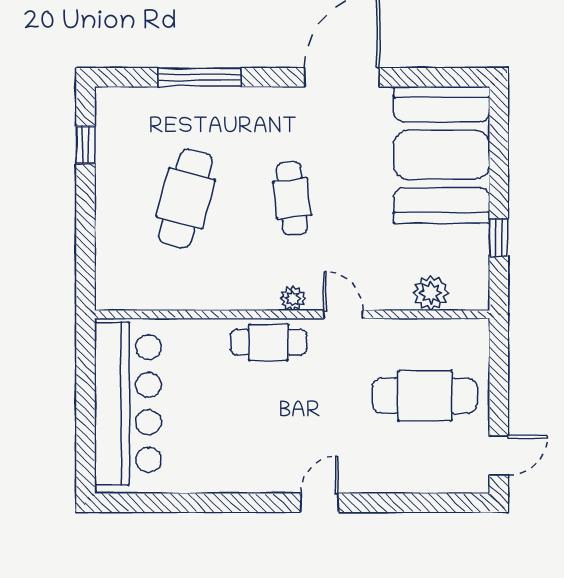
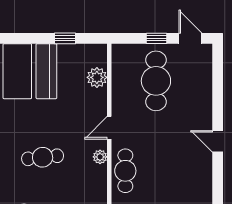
window: (499, 397) -> (157, 38), added

